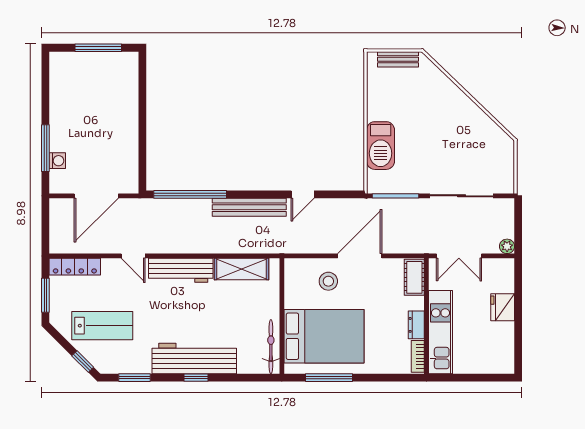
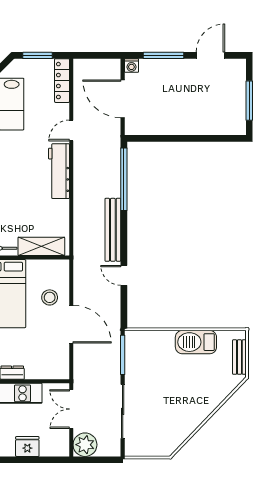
door: (45, 93) -> (210, 55), added
barbecue: (381, 146) -> (196, 342), moved
washing machine: (57, 161) -> (131, 66), moved
plant: (507, 246) -> (85, 445), width x1.88, depth x1.88
shelving: (241, 269) -> (41, 246), moved, turned 90
cot: (414, 277) -> (53, 371), removed

